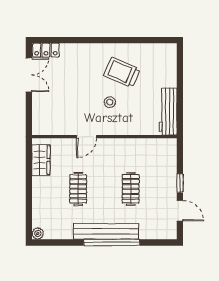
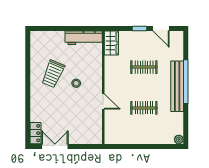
wardrobe: (41, 160) -> (111, 43), moved, turned 90
door: (180, 211) -> (161, 29), swing flipped

